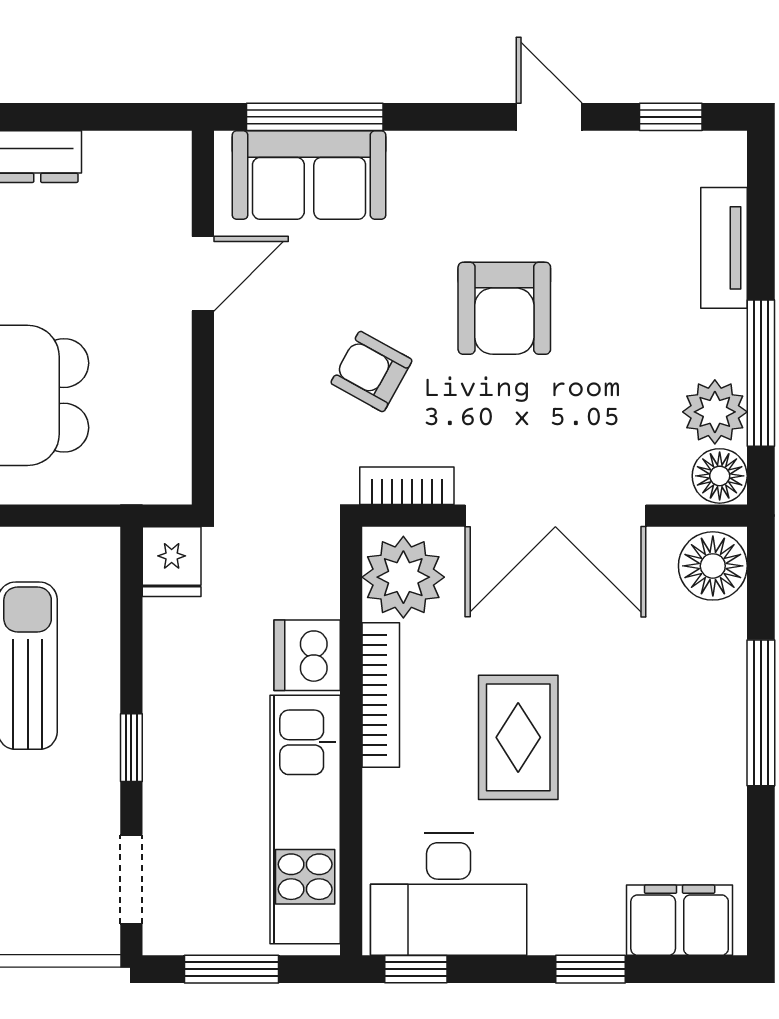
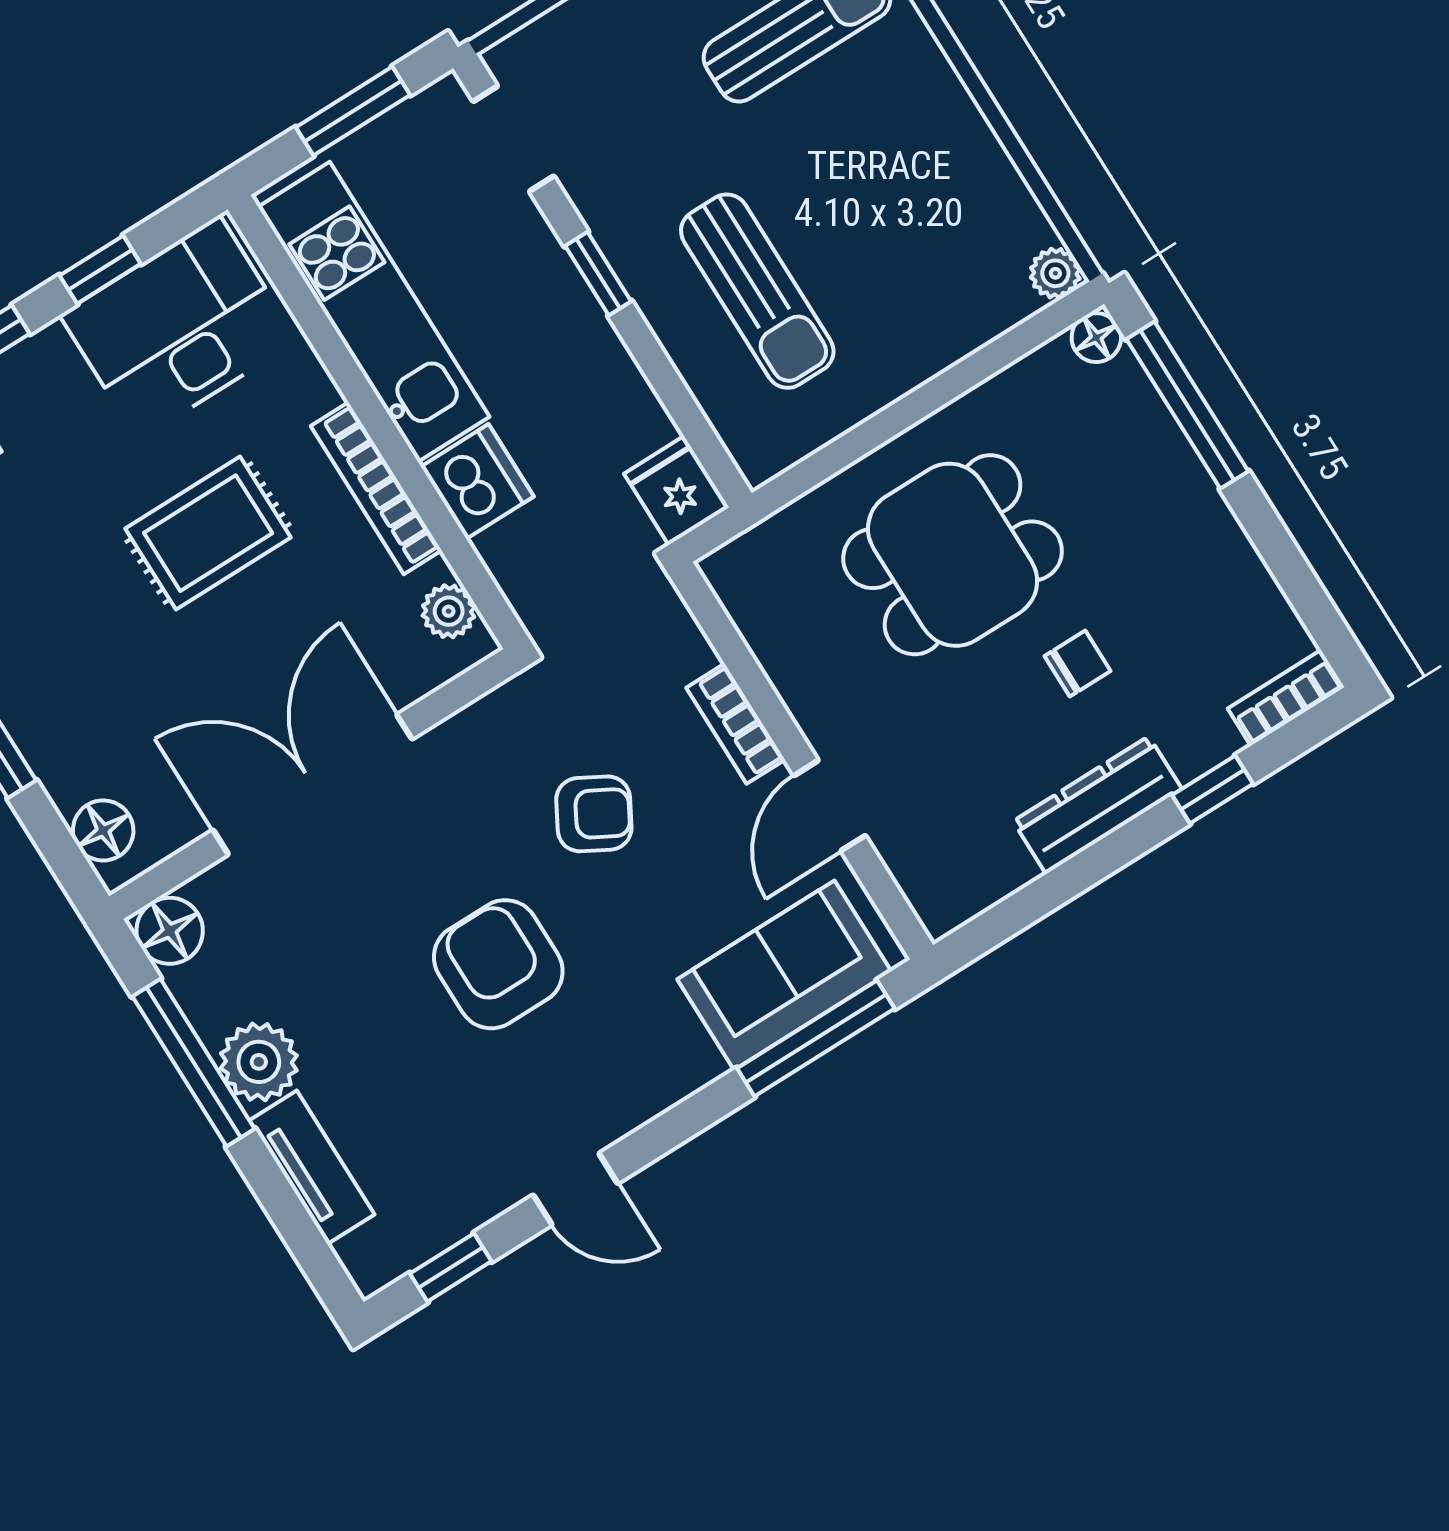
plant: (715, 412) -> (259, 1062), moved
bookcase: (407, 486) -> (736, 724), moved, turned 90
floor lamp: (713, 566) -> (103, 830), width x0.73, depth x0.73
plant: (403, 577) -> (449, 611), width x0.53, depth x0.53
rug: (518, 737) -> (208, 533), turned 90
window: (416, 969) -> (100, 270), moved

